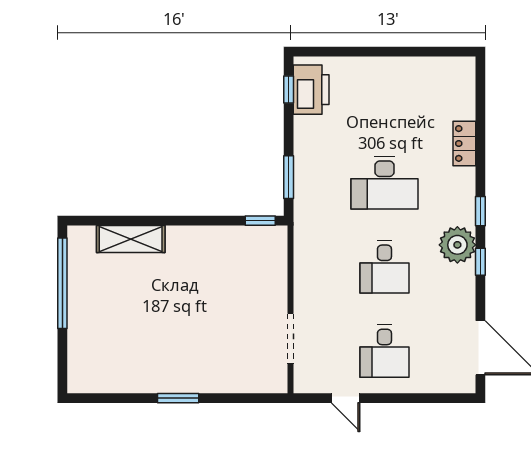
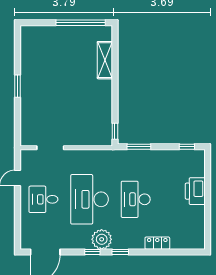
printer: (311, 90) -> (195, 191), moved, turned 90
desk: (384, 267) -> (90, 199), width x1.87, depth x1.30

